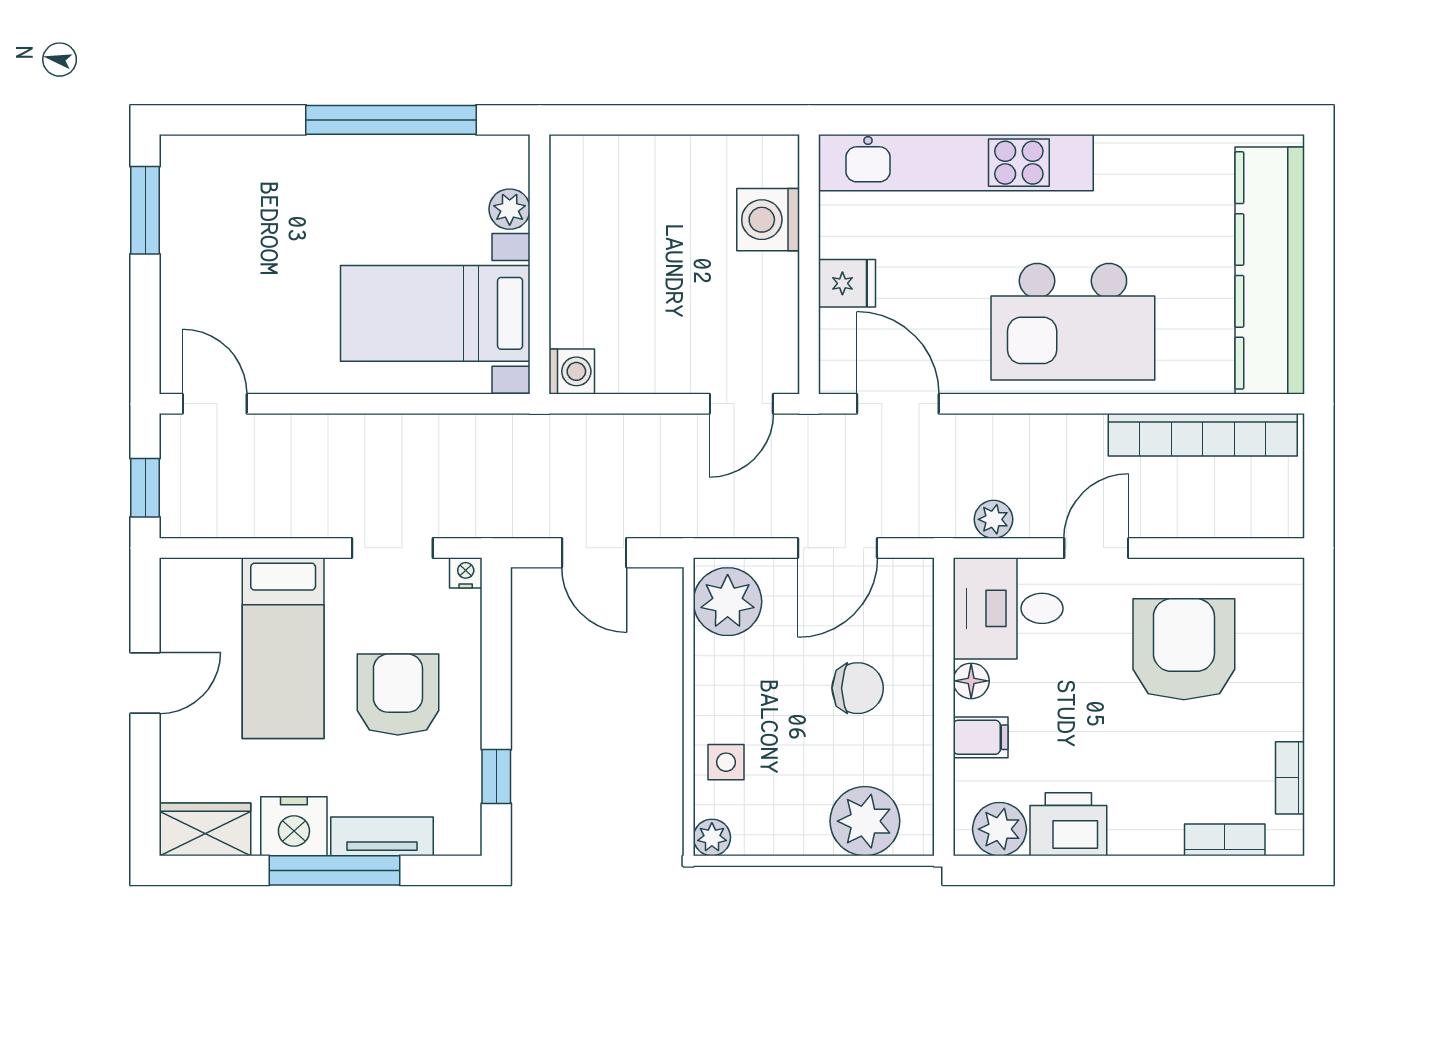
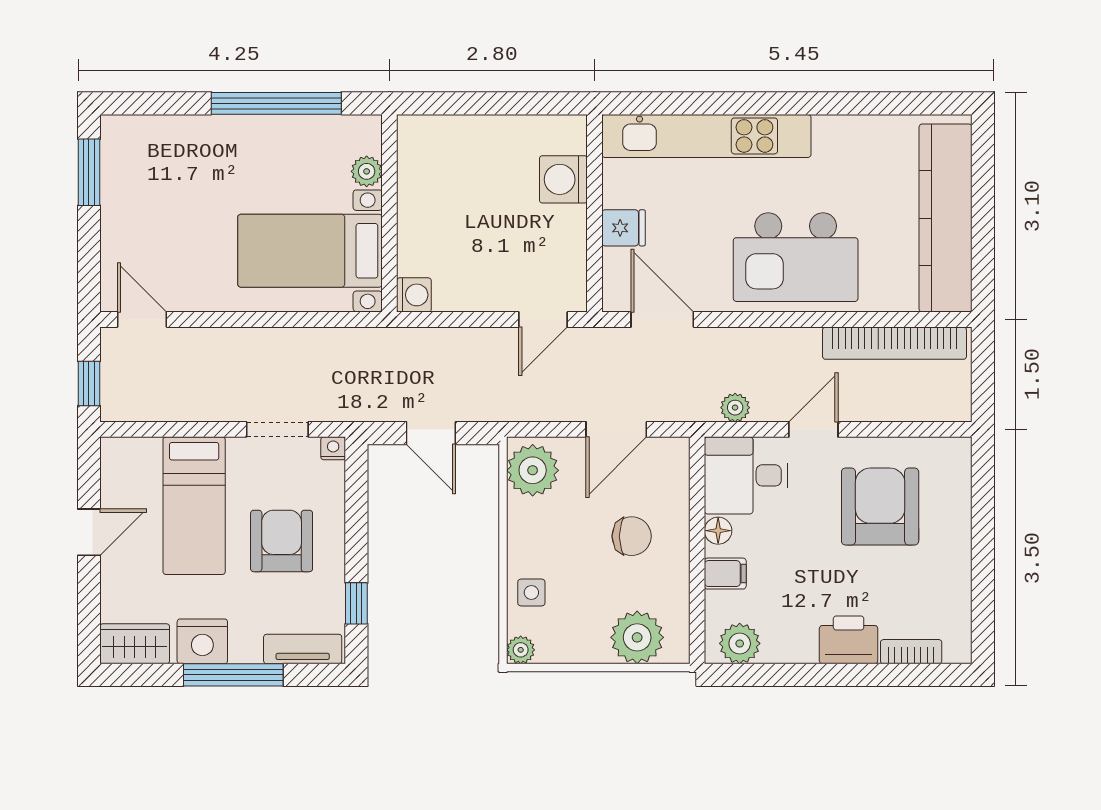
bookcase: (1290, 778) -> (961, 605), removed
printer: (1068, 824) -> (849, 640), moved
tv unit: (382, 836) -> (303, 649), moved

